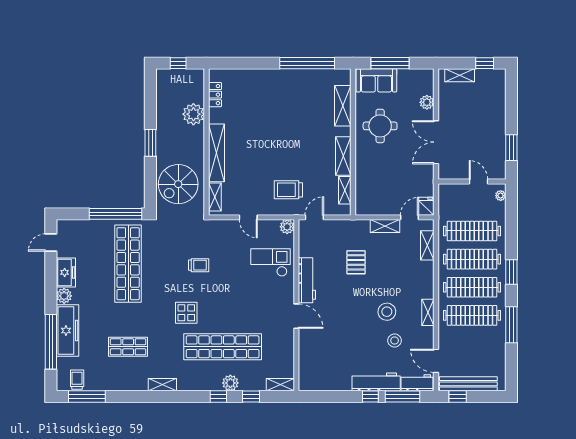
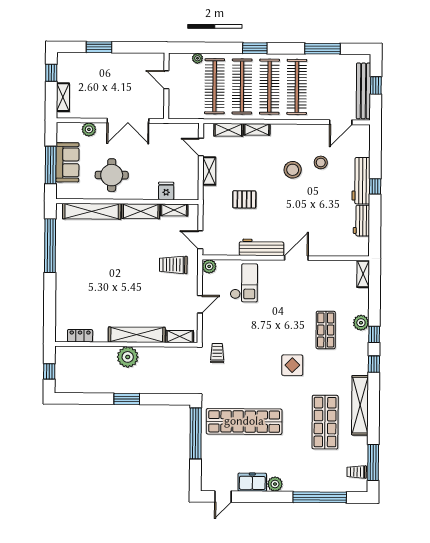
sofa: (376, 80) -> (67, 162), moved
shelving: (343, 106) -> (92, 211), width x1.47
plant: (193, 114) -> (128, 357), moved
window: (511, 148) -> (99, 47), moved
door: (478, 181) -> (166, 80), hinge flipped
spiral stairs: (178, 184) -> (167, 372), removed
trolley: (288, 190) -> (173, 265), turned 90
plant: (501, 196) -> (197, 58), moved
fridge: (426, 206) -> (166, 191), moved, turned 90
door: (51, 243) -> (223, 497), hinge flipped
checkout: (270, 262) -> (244, 283), turned 180
trolley: (199, 265) -> (217, 353), moved
shelving: (428, 312) -> (257, 129), moved
window: (511, 325) -> (323, 49), moved
freezer: (68, 331) -> (309, 481), removed
shop shelf: (128, 347) -> (325, 422), width x1.43, depth x1.36
shop shelf: (223, 347) -> (326, 330), width x0.50, depth x0.74
workbench: (417, 383) -> (362, 221), moved
shelving: (162, 385) -> (360, 405), width x2.20, depth x1.33
window: (251, 397) -> (374, 364), moved
window: (402, 397) -> (375, 155), removed
window: (458, 397) -> (376, 85), moved

